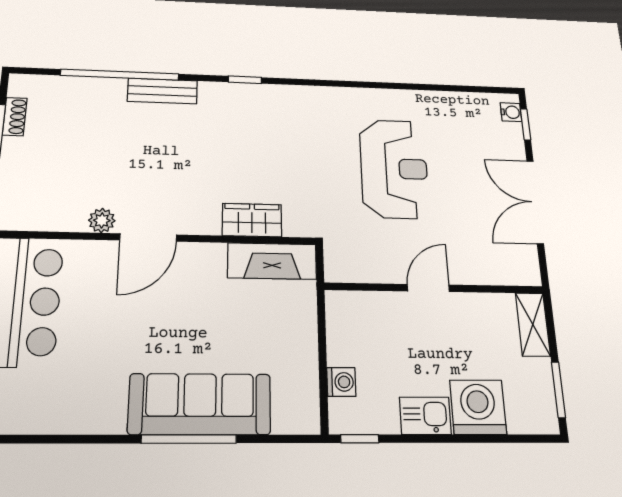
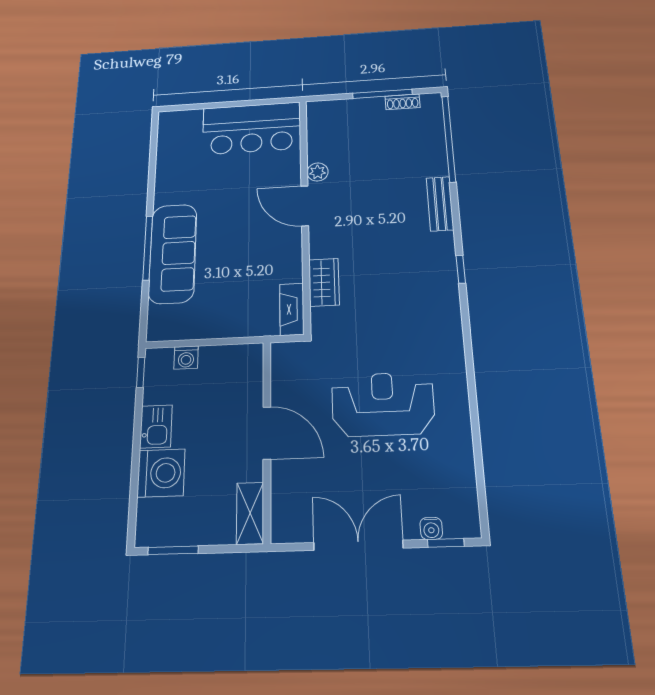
window: (120, 75) -> (449, 139), moved
water cooler: (511, 112) -> (431, 528), moved
reception desk: (394, 169) -> (383, 404), turned 180
fireplace: (272, 261) -> (292, 309), width x0.73, depth x0.76
door: (428, 288) -> (267, 433), width x1.37
shelving: (533, 324) -> (250, 513), moved, turned 90

